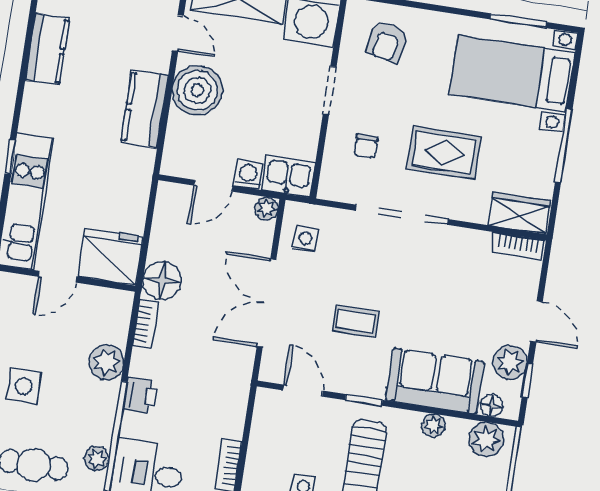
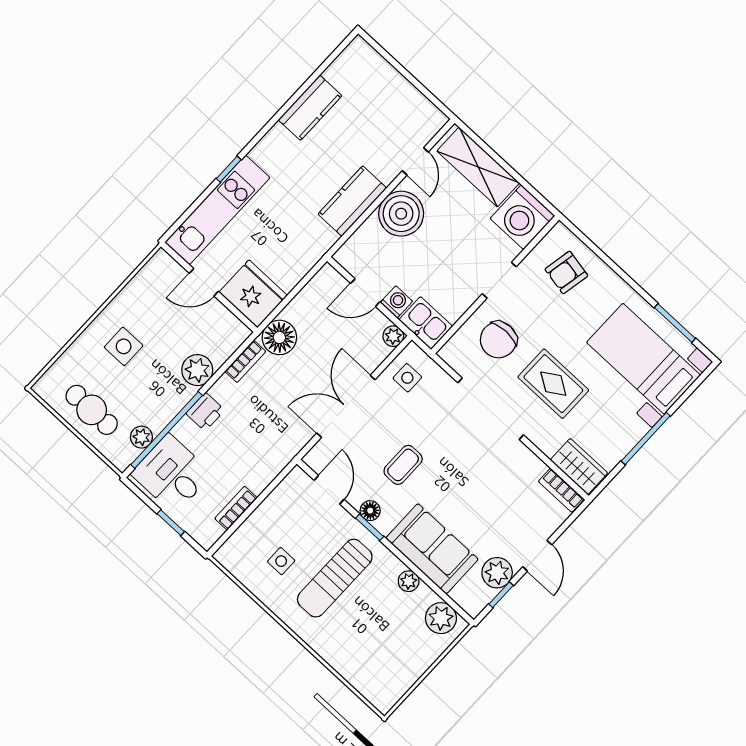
chair: (366, 146) -> (498, 340), width x1.87, depth x1.87
coffee table: (356, 321) -> (403, 465), turned 90
floor lamp: (491, 405) -> (370, 511), moved

